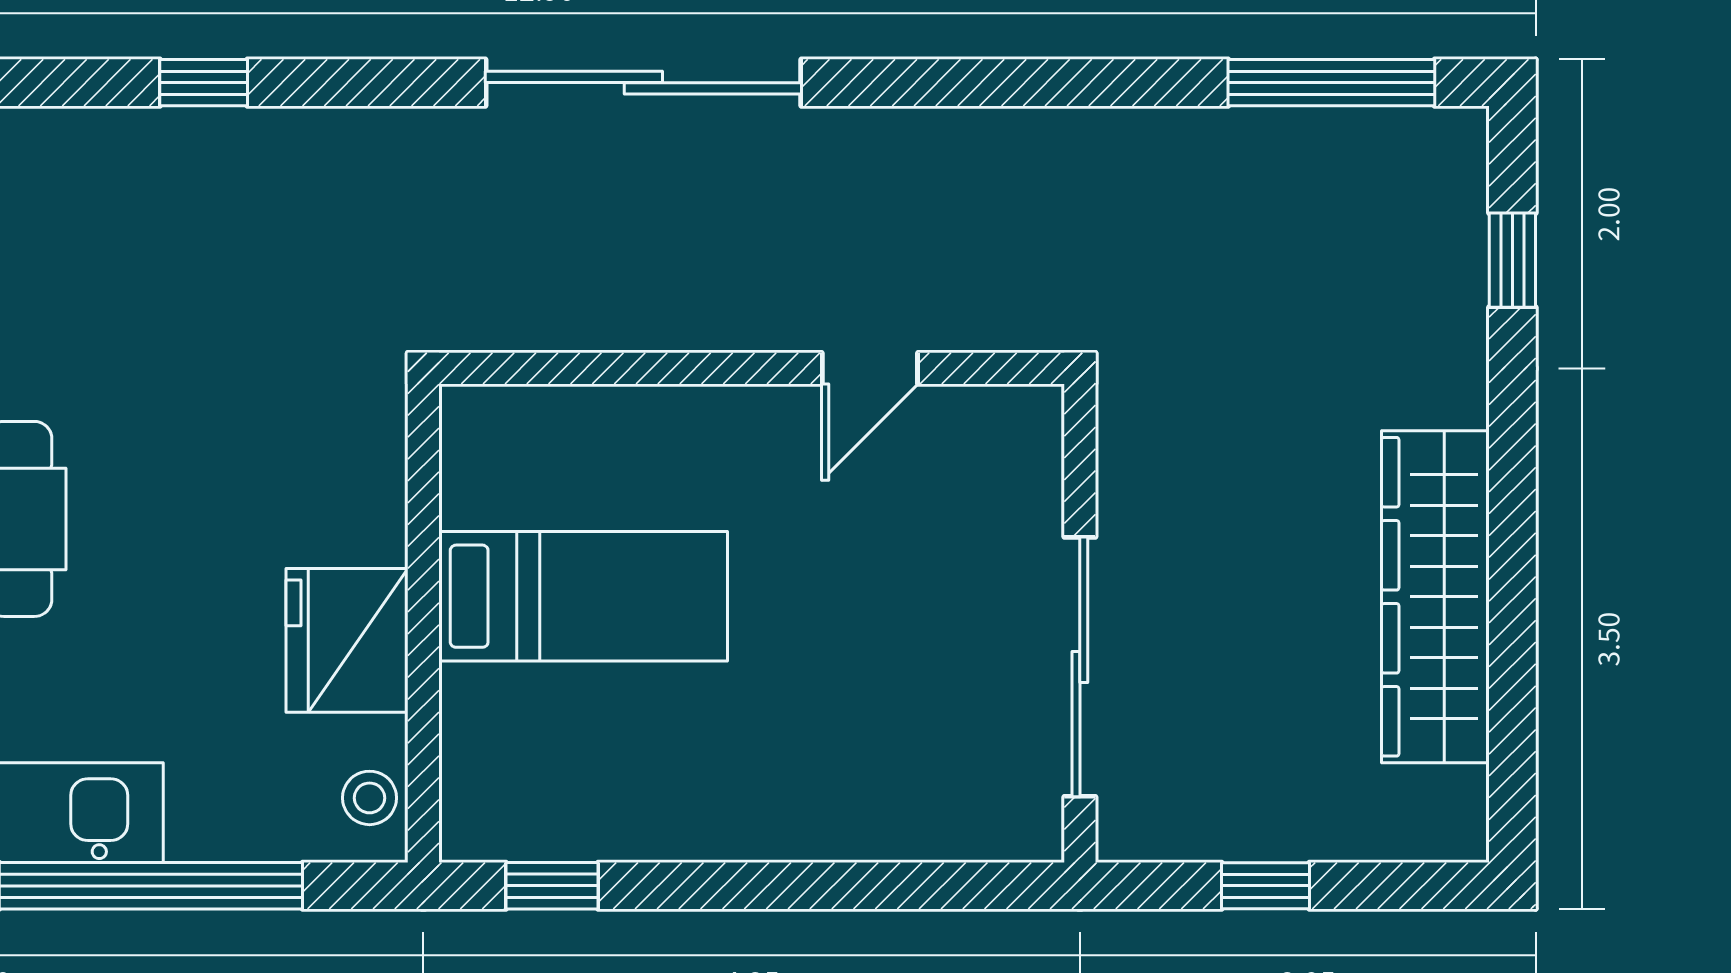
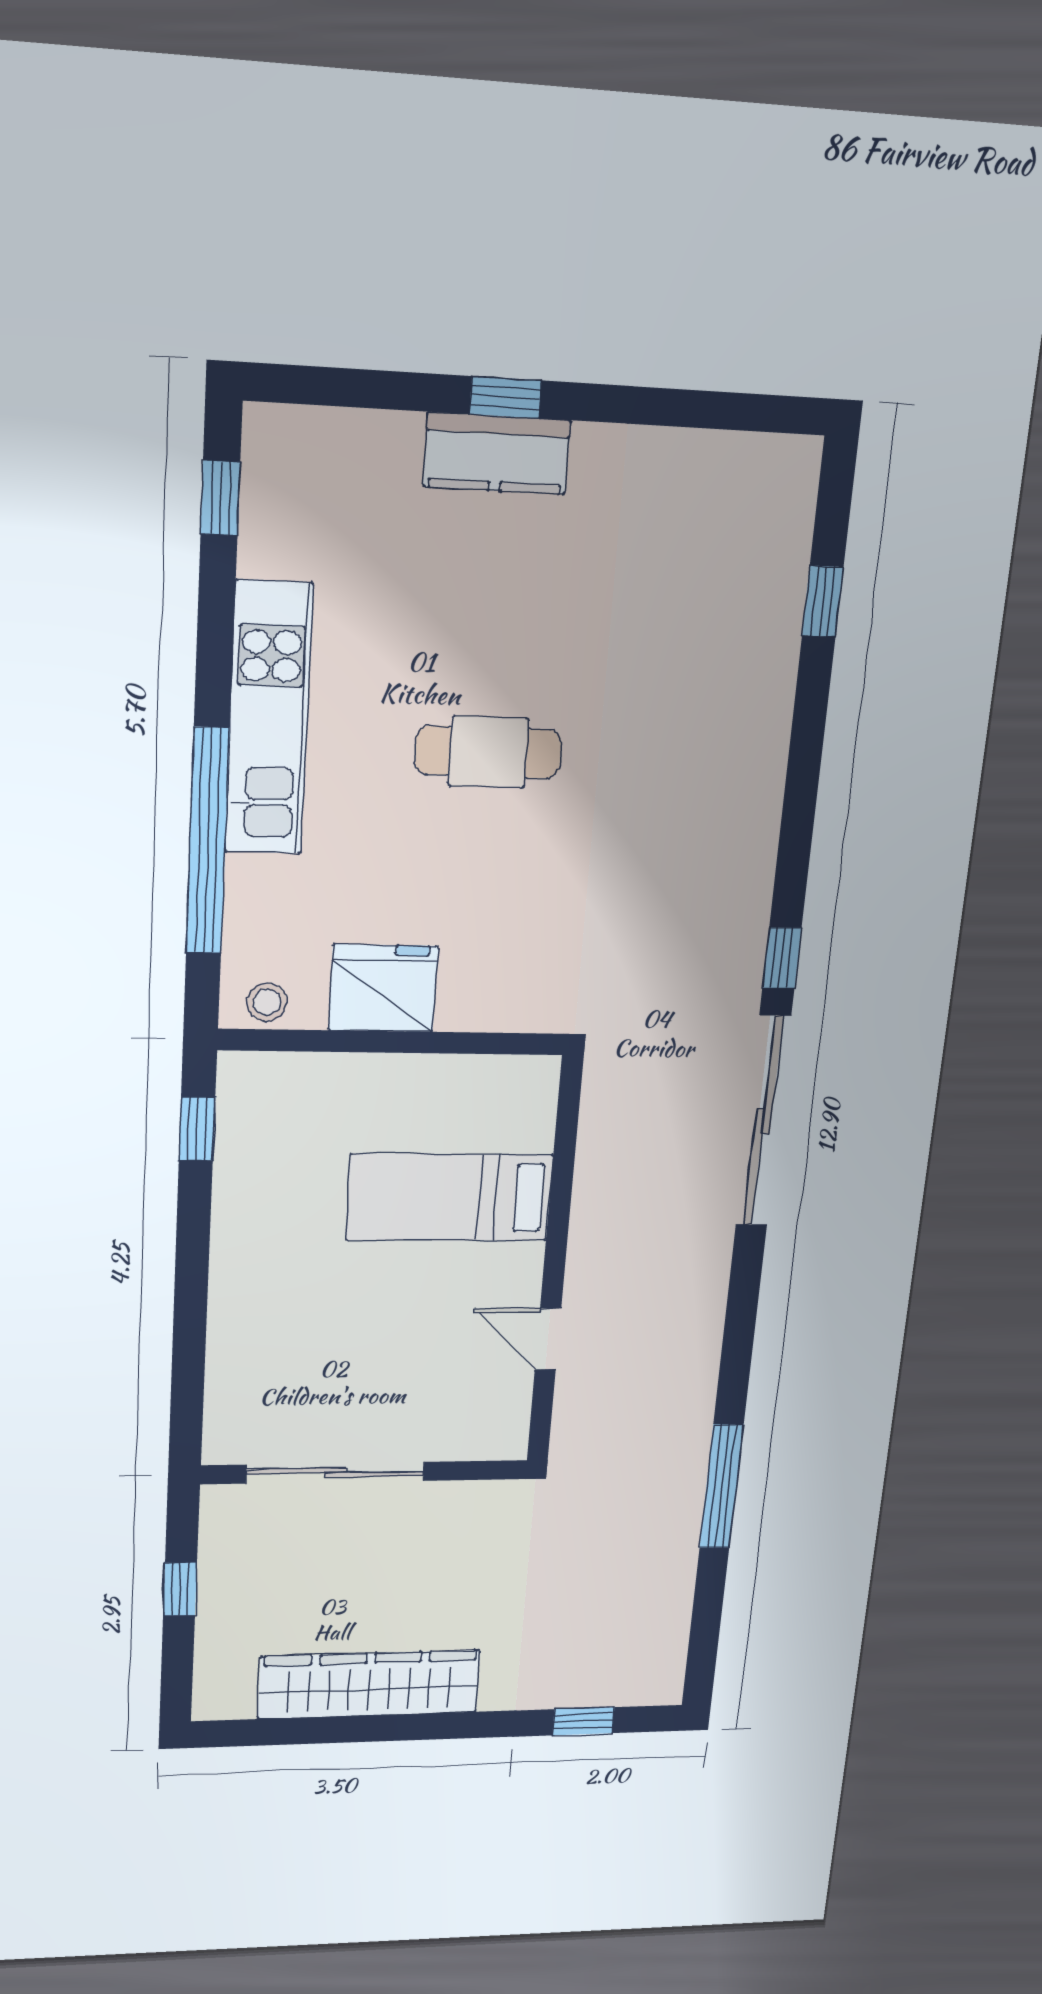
window: (204, 83) -> (782, 958), moved
sliding door: (643, 83) -> (763, 1121), moved
window: (1331, 83) -> (721, 1487), moved
bed: (583, 596) -> (449, 1197), moved, turned 90

